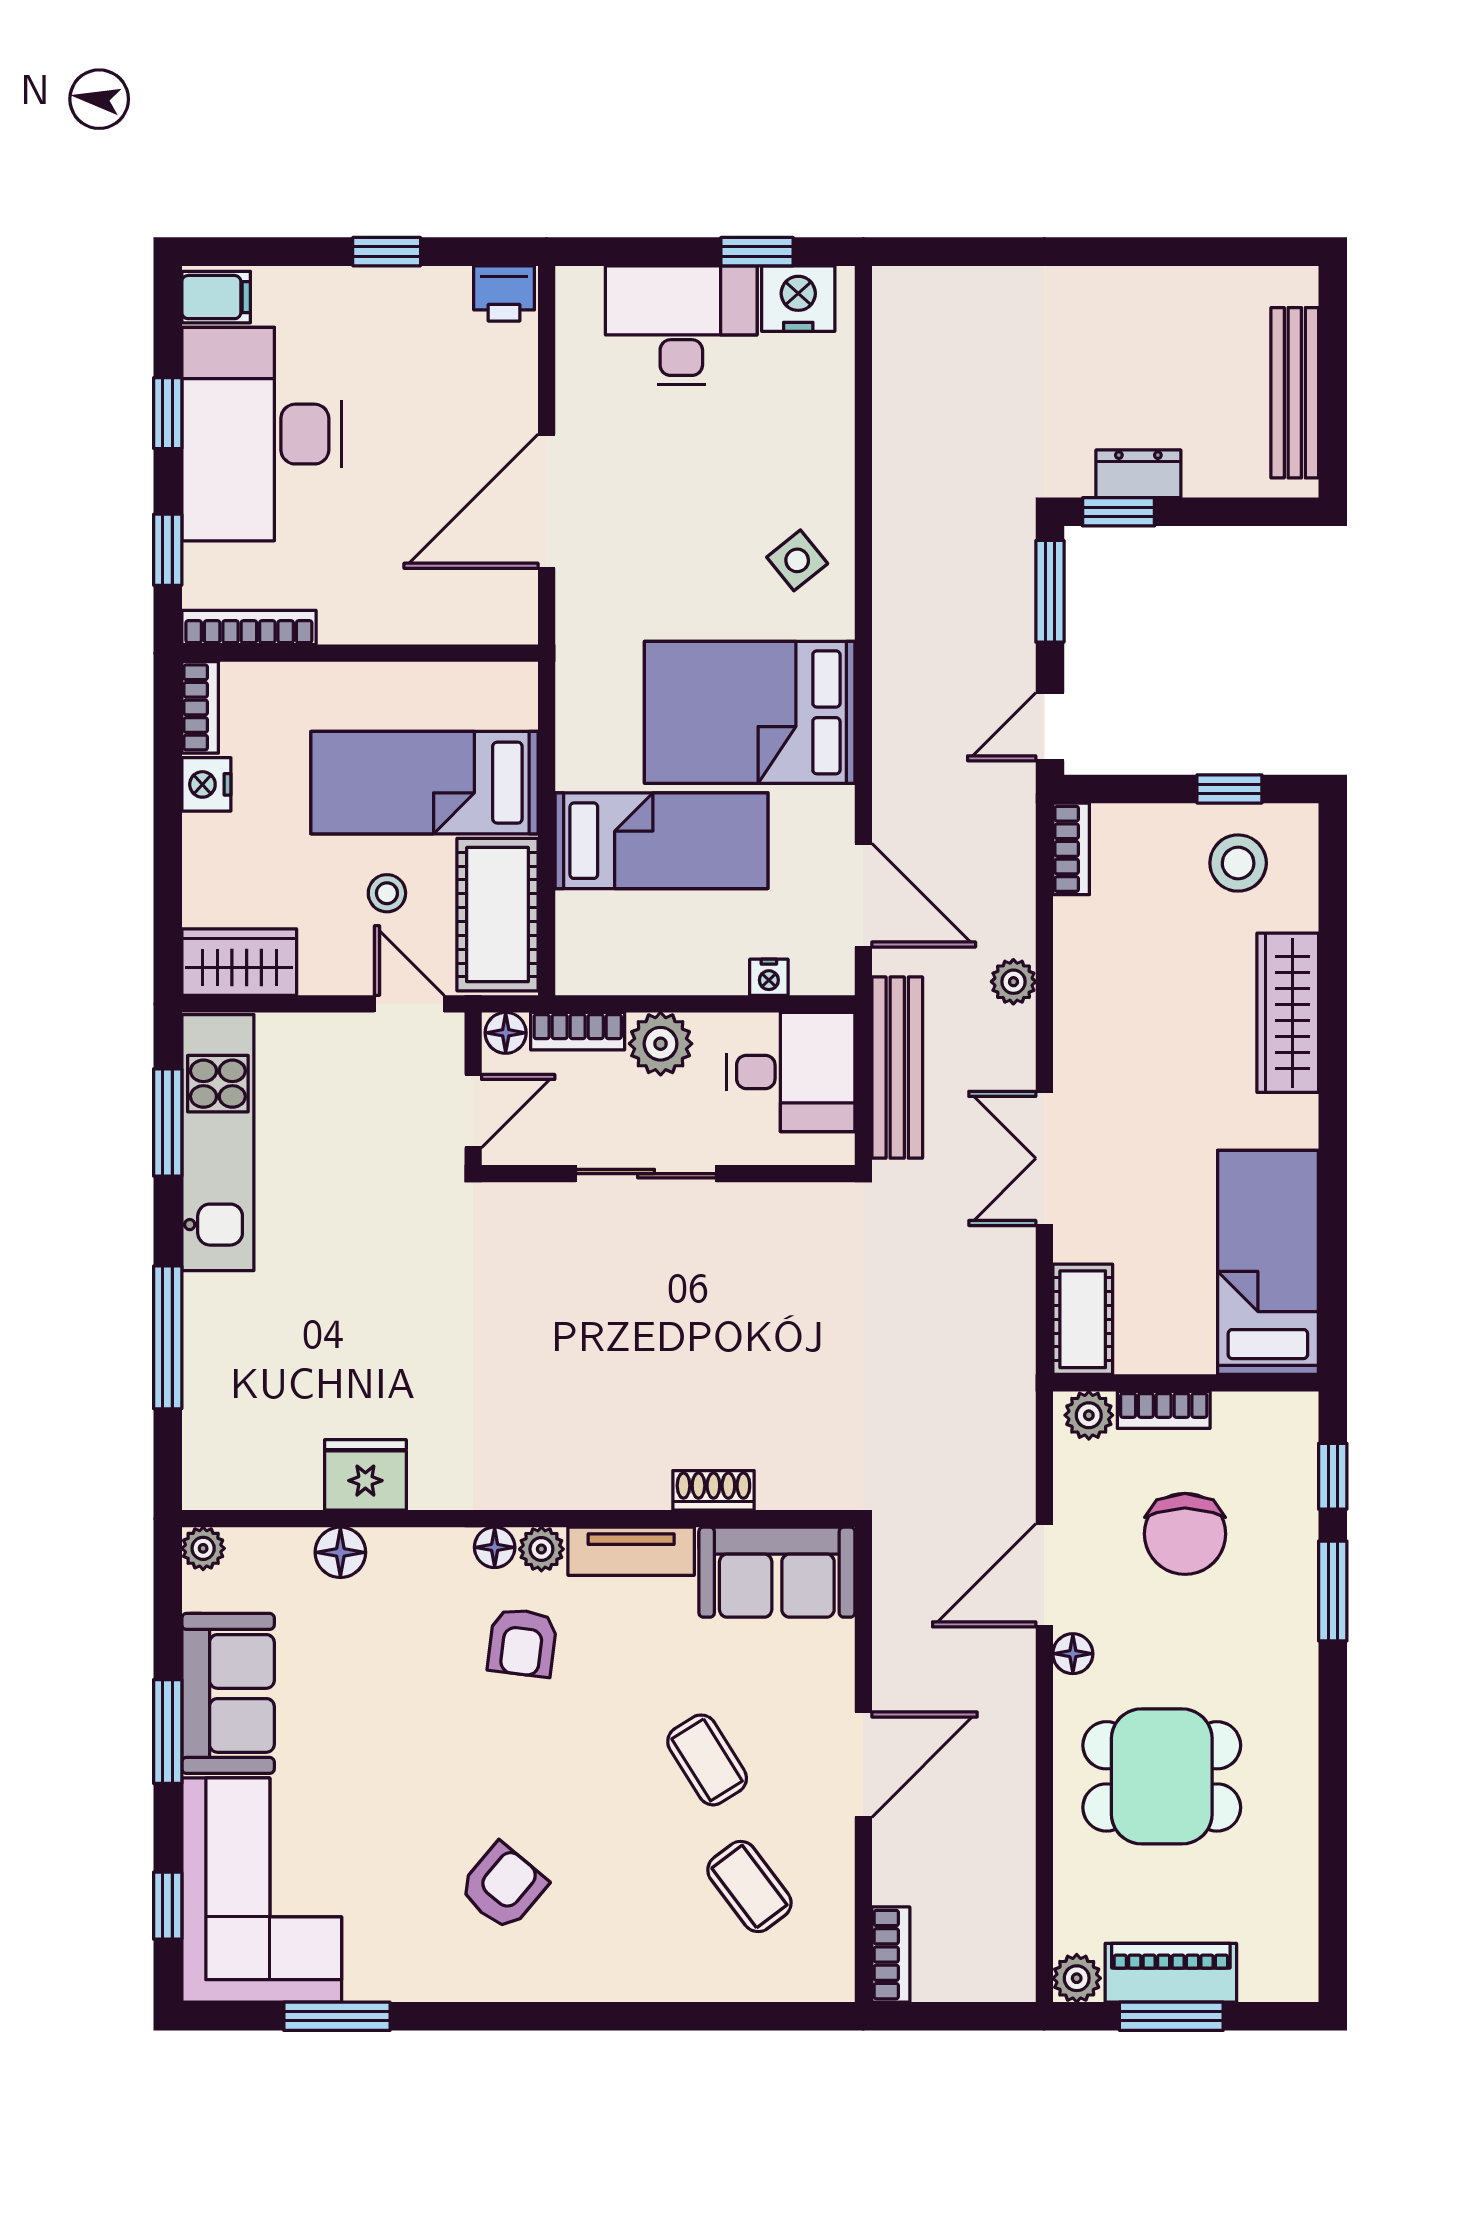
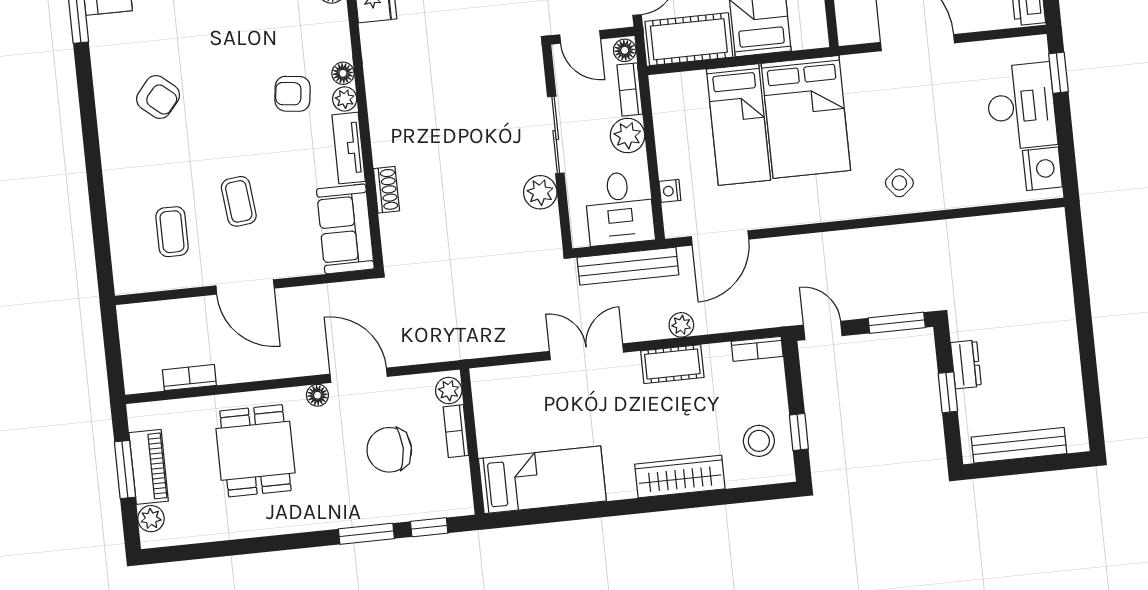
window: (757, 252) -> (1058, 73), moved
window: (1118, 512) -> (948, 392), moved
bed: (750, 712) -> (806, 117), moved, turned 180
plant: (747, 1212) -> (540, 192), added
cot: (1083, 1319) -> (672, 364), moved
coffee table: (707, 1760) -> (239, 201), turned -64
coffee table: (749, 1886) -> (172, 232), turned -53
bookcase: (891, 1955) -> (189, 378), moved, turned 180
plant: (1077, 1978) -> (151, 519), moved

